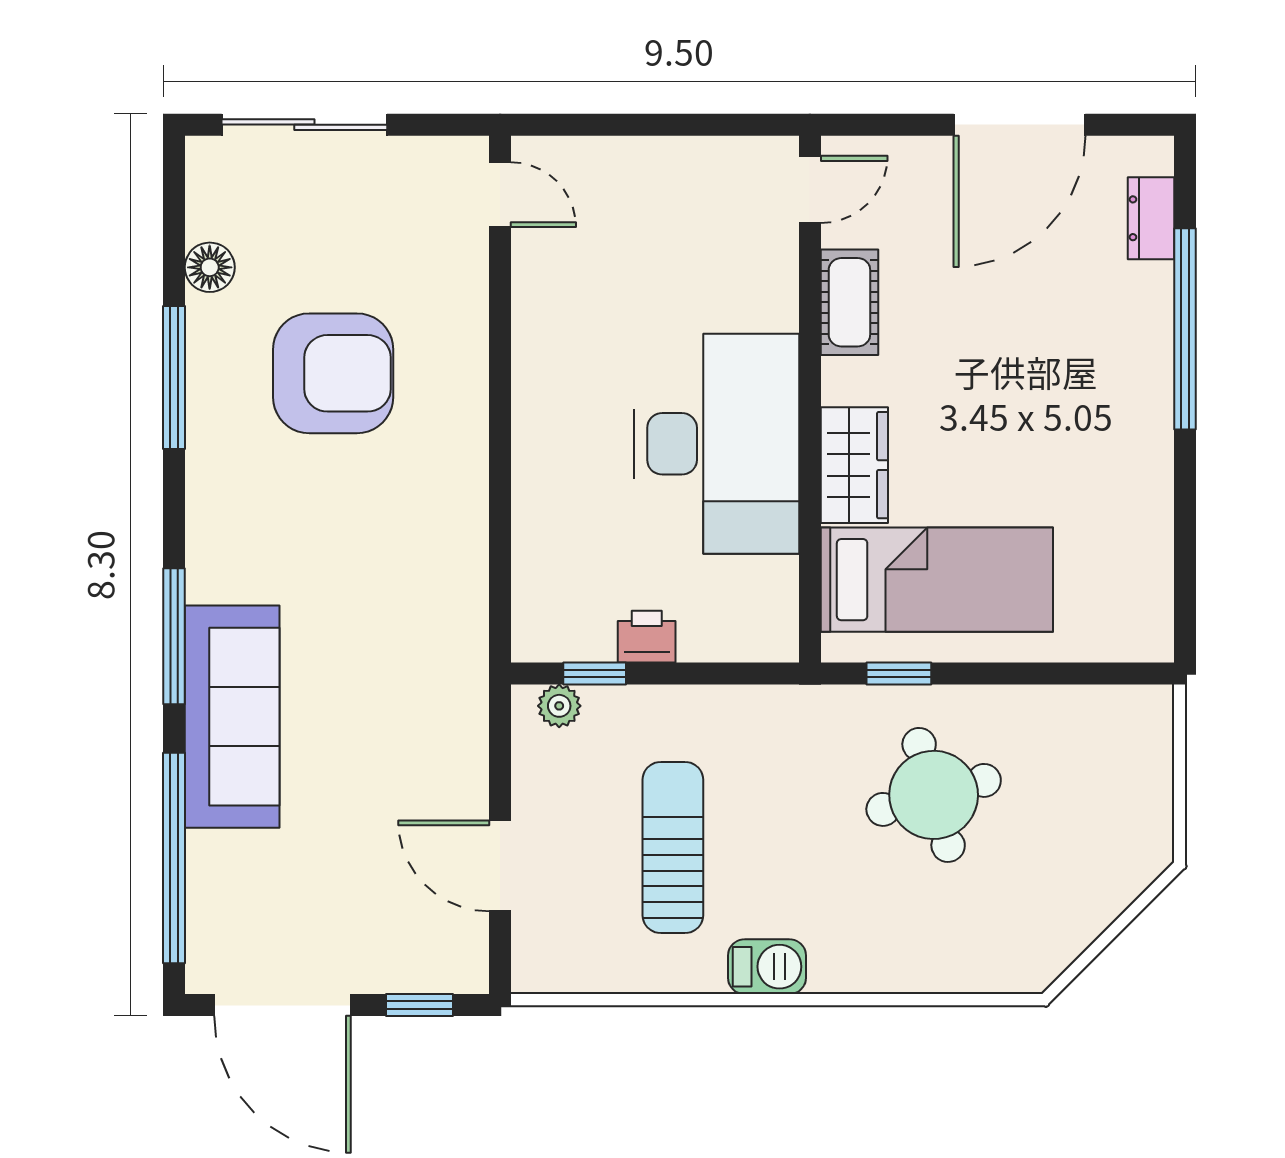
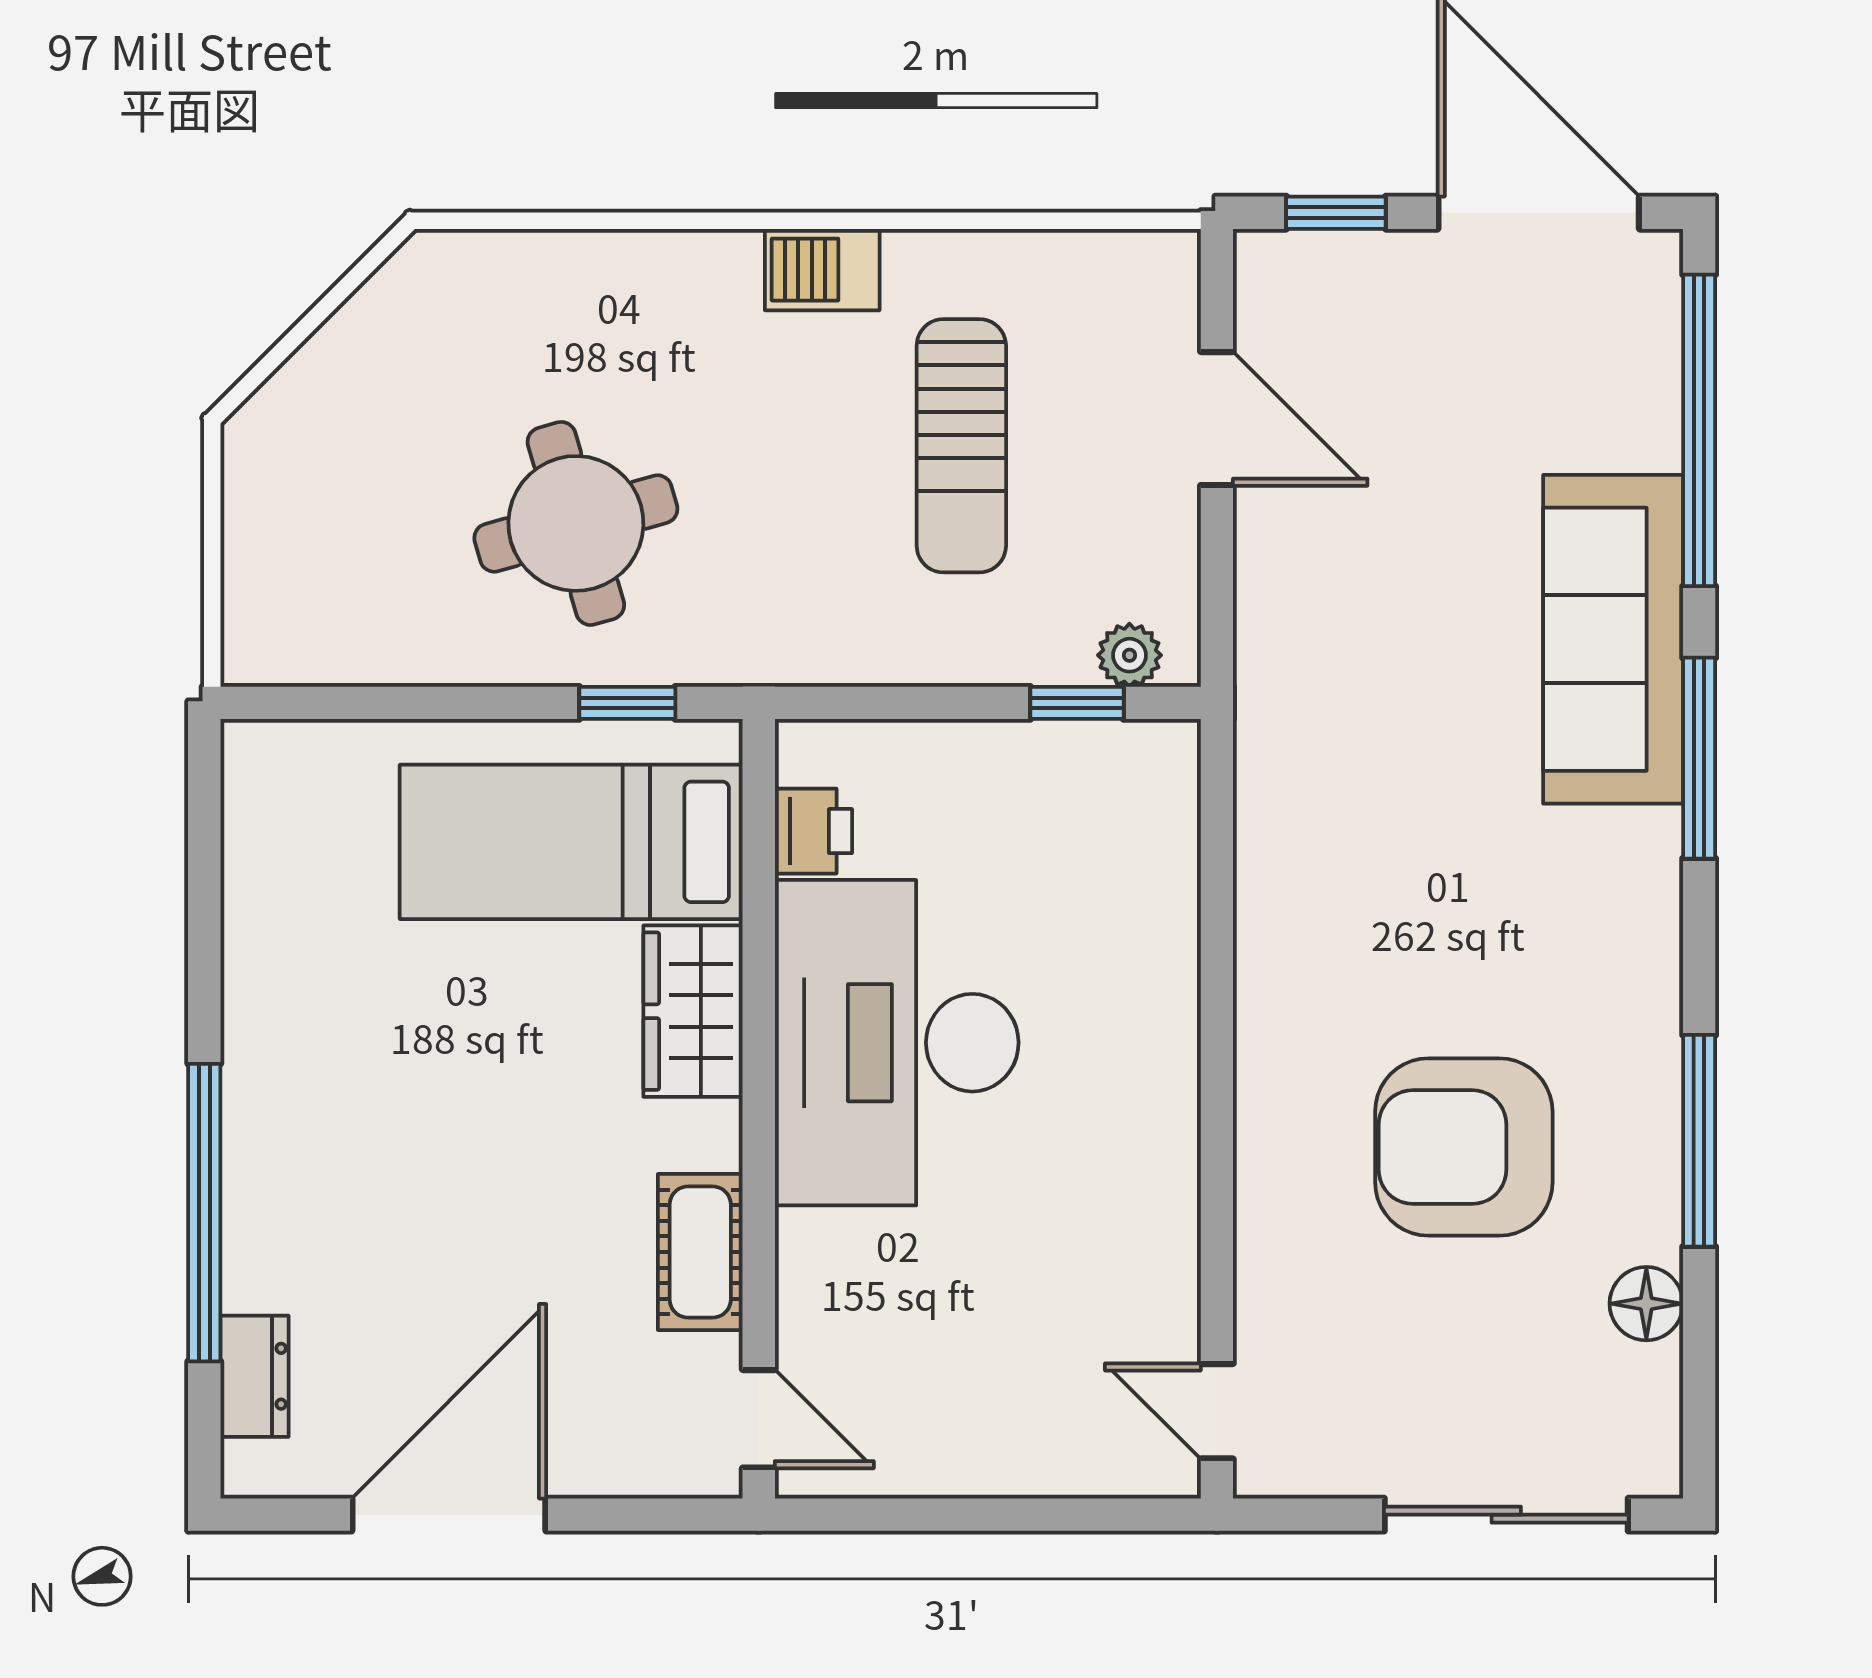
door: (810, 189) -> (759, 1419), swing flipped
printer: (647, 637) -> (813, 831), moved, turned -90

